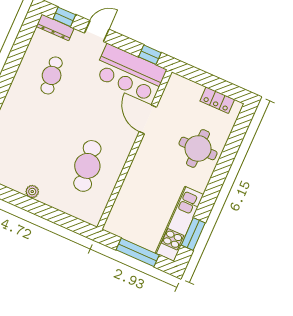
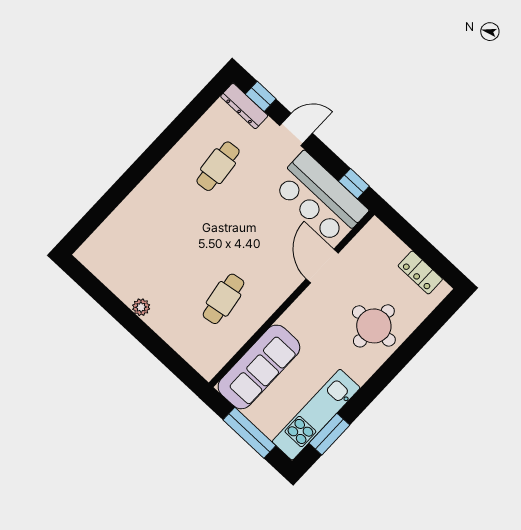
cafe table: (87, 166) -> (224, 299), width x0.73, depth x0.74
sofa: (128, 205) -> (259, 367), added

